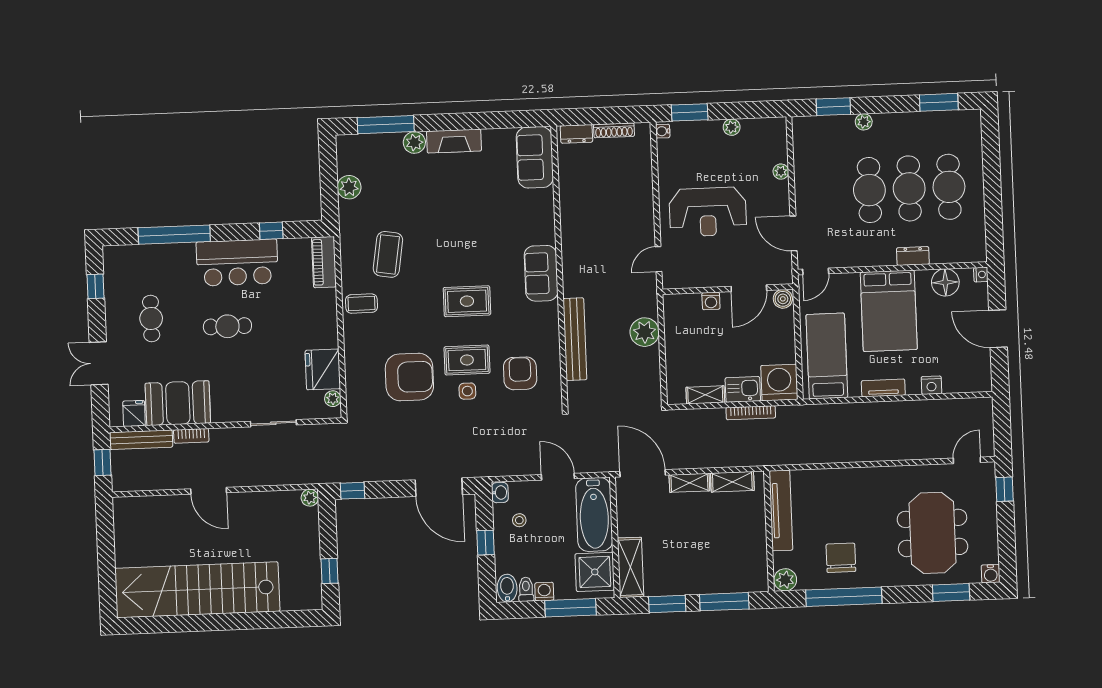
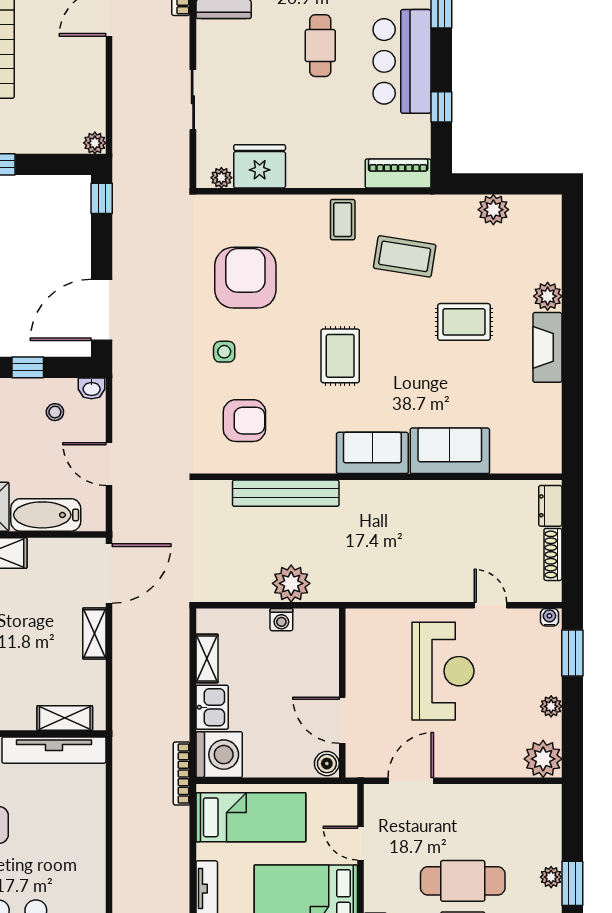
window: (833, 107) -> (572, 883), moved
window: (386, 125) -> (572, 260), removed
sofa: (535, 157) -> (450, 451), moved
plant: (781, 172) -> (543, 759), moved, width x1.88, depth x1.88
reception desk: (708, 212) -> (443, 671), turned 180
door: (659, 259) -> (490, 605), moved
door: (816, 271) -> (361, 843), moved
washing machine: (711, 301) -> (281, 620), moved, turned -90
rug: (467, 360) -> (464, 322), moved, turned 90
armchair: (409, 377) -> (245, 278), turned 180
bookcase: (751, 413) -> (182, 773), moved
door: (558, 477) -> (109, 464), swing flipped
shelving: (732, 482) -> (65, 718), moved, turned 90
bathtub: (594, 514) -> (46, 515), width x0.73, depth x0.73

